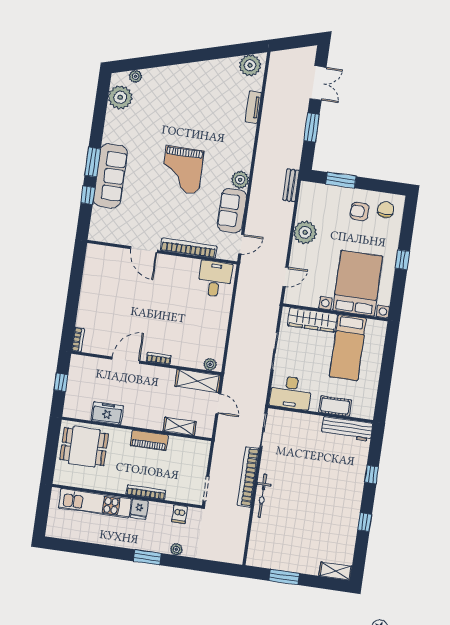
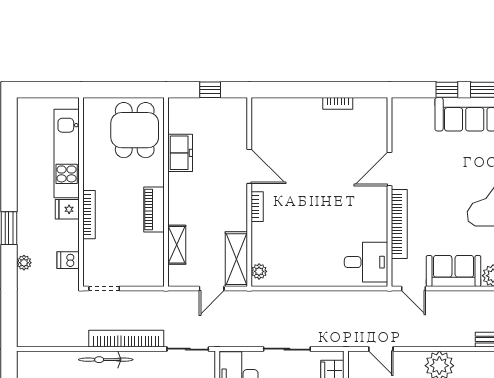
bookcase: (78, 340) -> (338, 103), moved

